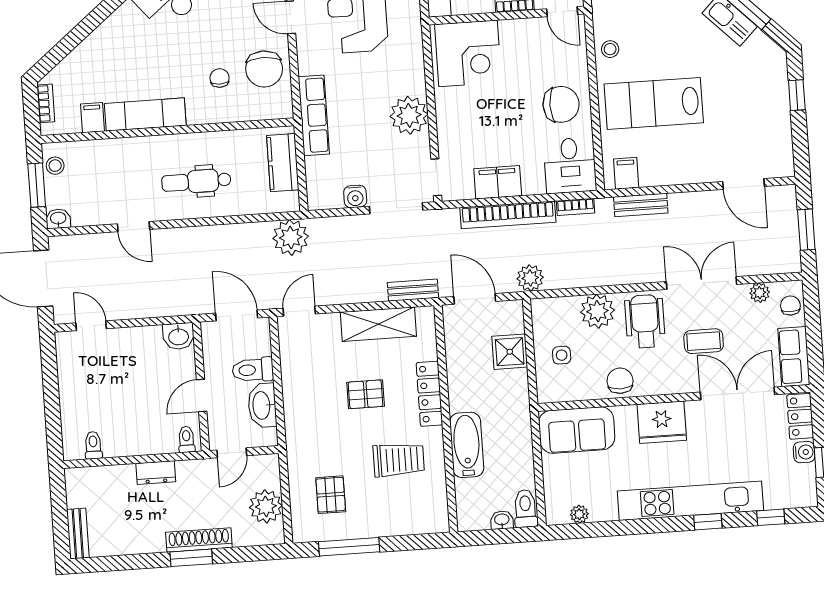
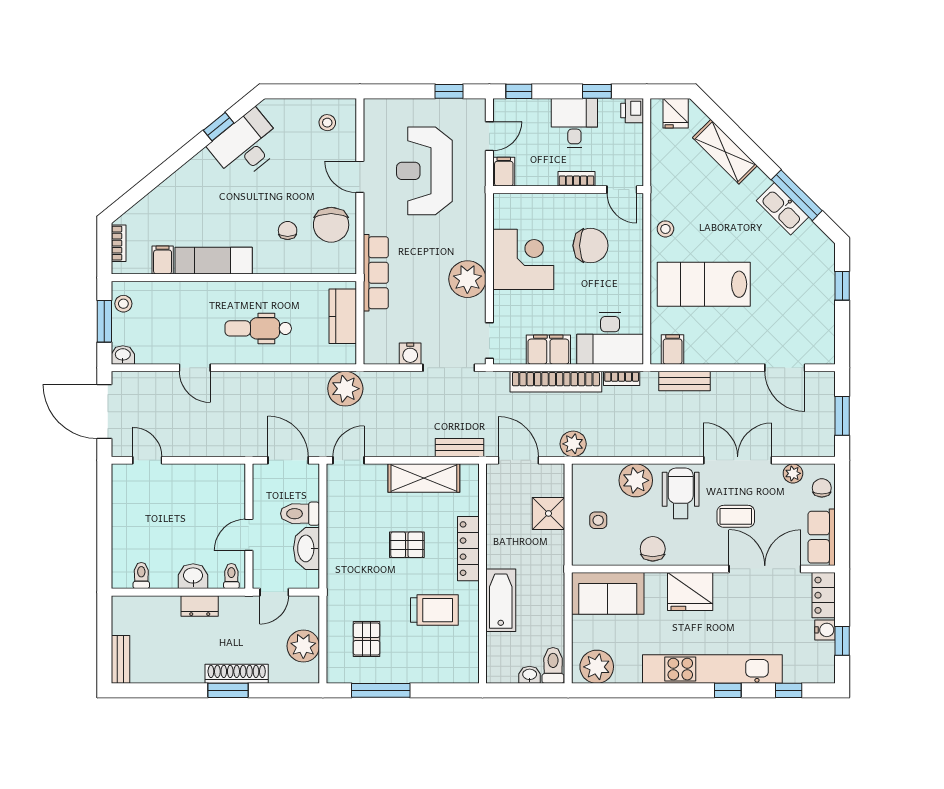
corner desk: (468, 53) -> (523, 259), moved, turned -90
chair: (561, 104) -> (591, 246), moved
desk: (570, 165) -> (610, 338), width x1.37
washbasin: (178, 336) -> (193, 576), moved, turned 180
plant: (579, 514) -> (597, 667), width x1.87, depth x1.87

